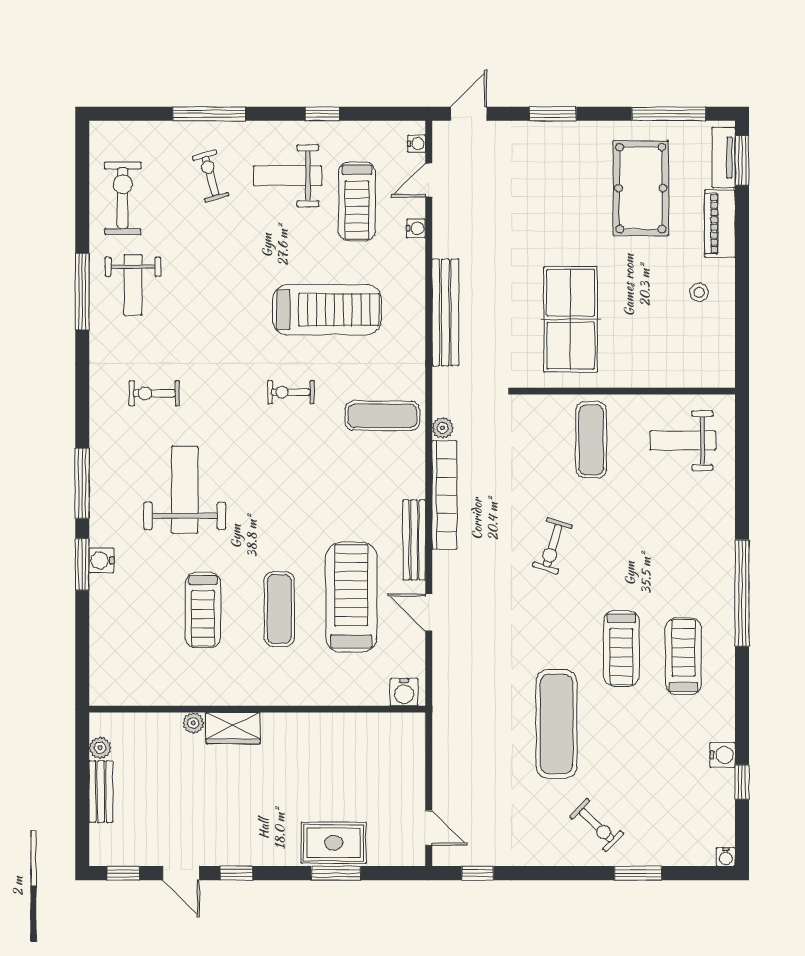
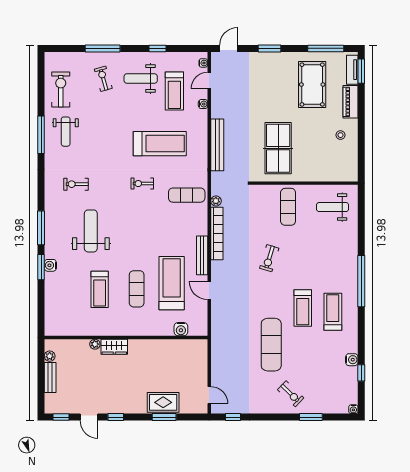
water cooler: (404, 692) -> (181, 329), moved

